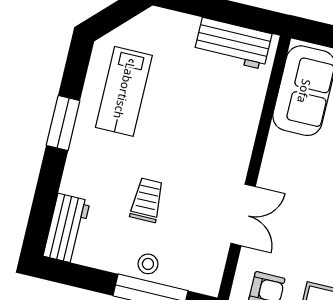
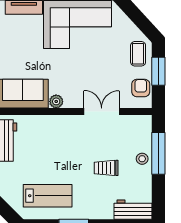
plant: (278, 143) -> (56, 101), added

